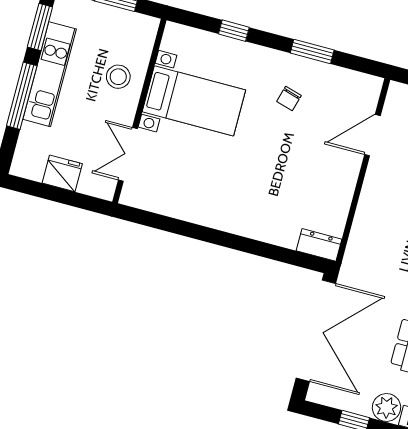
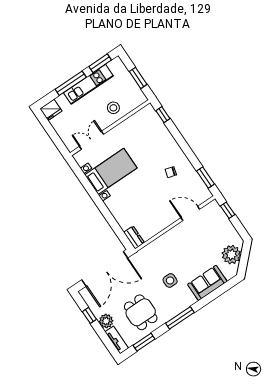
window: (234, 31) -> (163, 115), moved
window: (312, 51) -> (206, 178), moved
bed with nightstands: (194, 101) -> (111, 171), moved, turned -90
fridge: (62, 173) -> (51, 110), moved, turned 90

